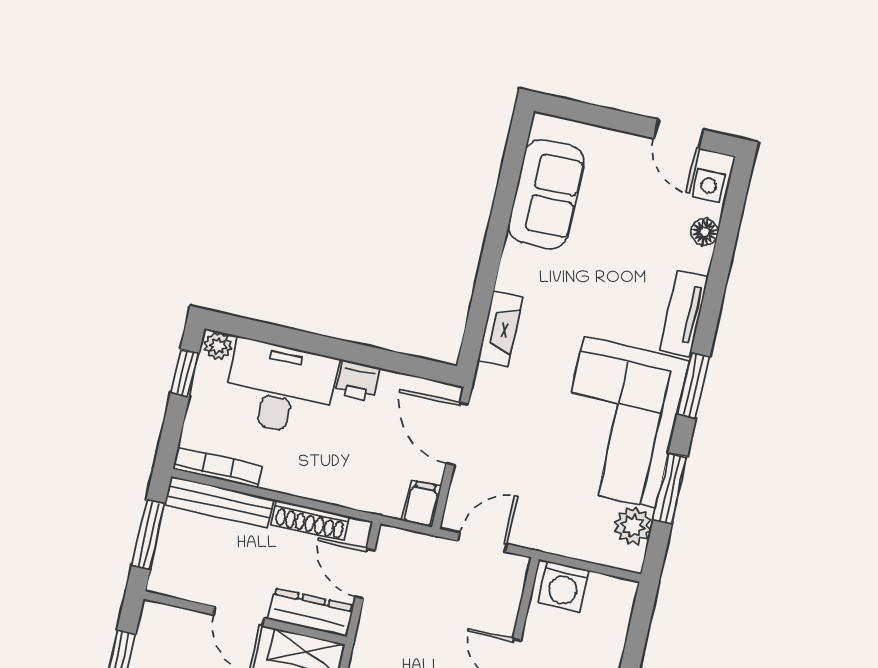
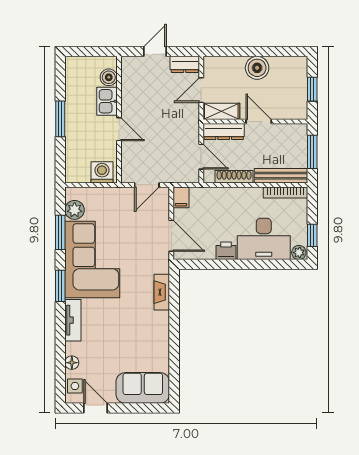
sofa: (546, 194) -> (143, 388), moved, turned 90

